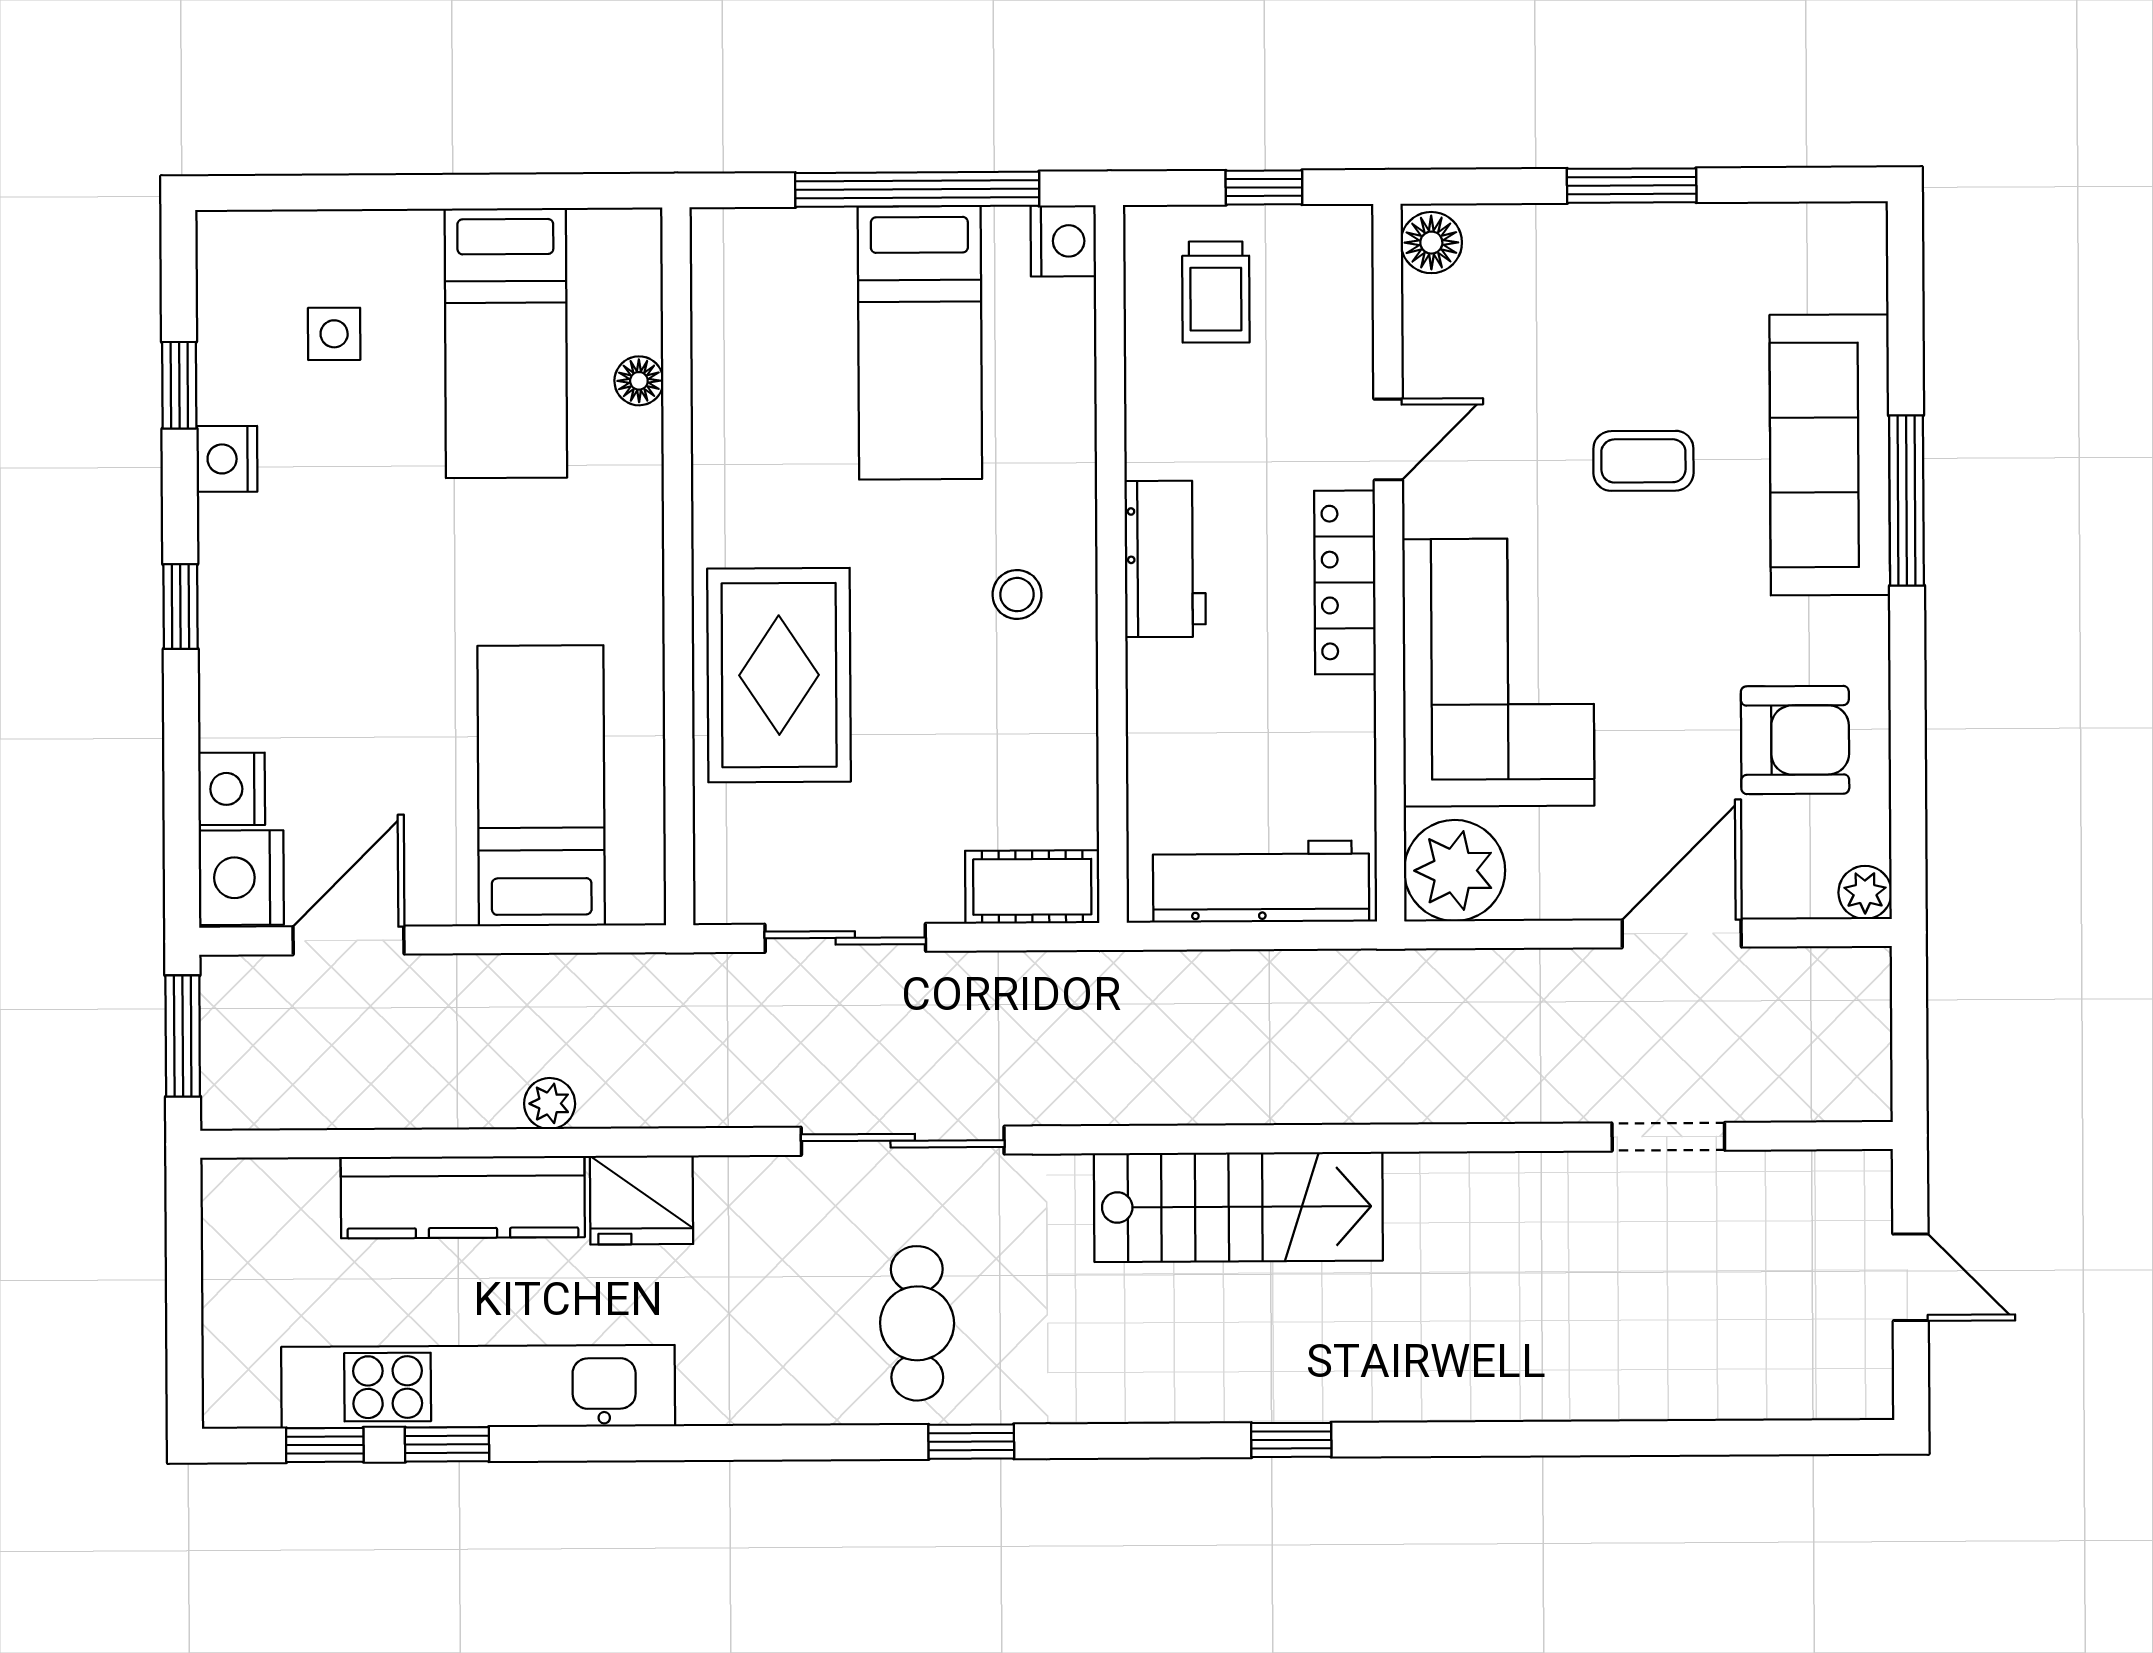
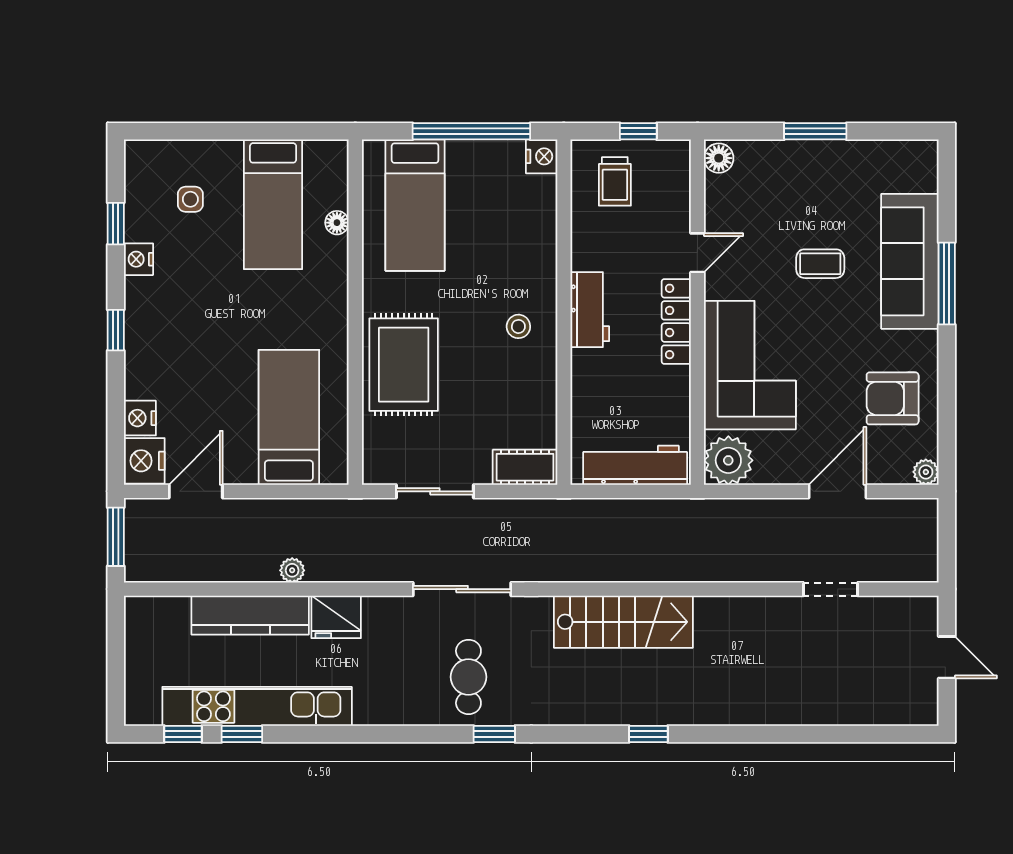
bed: (920, 343) -> (415, 205), moved
armchair: (1795, 740) -> (893, 398), turned 180

